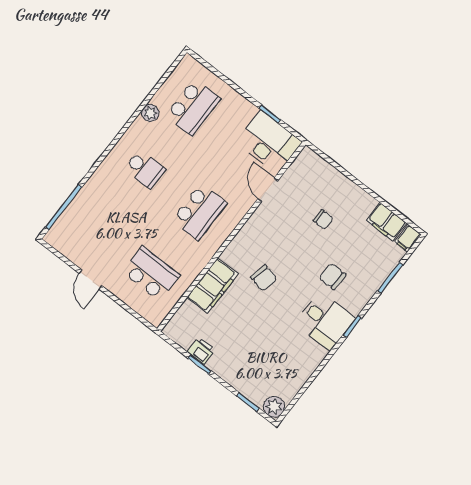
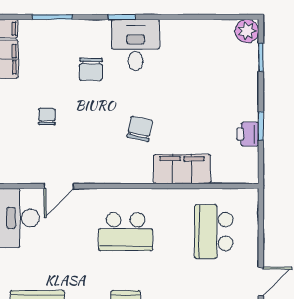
school desk: (199, 212) -> (126, 232), turned 180

